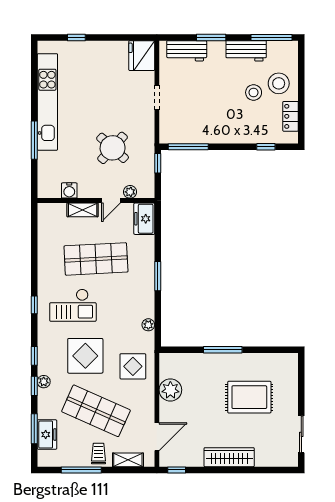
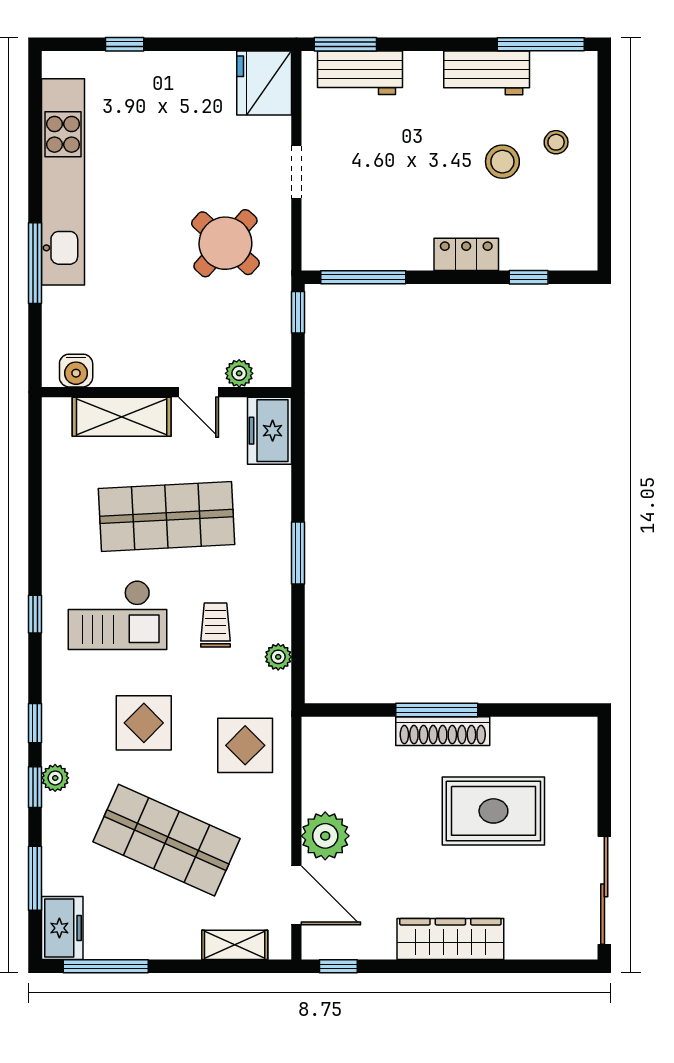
window: (211, 37) -> (345, 44), moved
stool: (279, 83) -> (556, 142), width x0.53, depth x0.53
locker: (291, 116) -> (466, 254), moved, turned 90
round table: (113, 148) -> (225, 243), moved
water cooler: (69, 190) -> (76, 371), moved
door: (111, 201) -> (199, 392), hinge flipped
shelving: (83, 210) -> (122, 417), width x1.50, depth x1.33
display table: (85, 356) -> (144, 723), width x0.73, depth x0.73
shoe rack: (226, 360) -> (443, 731), added
plant: (170, 390) -> (325, 836), moved
sliding door: (301, 434) -> (604, 890), width x1.37
freezer: (47, 435) -> (62, 928), moved
door: (157, 437) -> (296, 895), hinge flipped
trolley: (98, 454) -> (216, 625), moved
window: (81, 470) -> (106, 966), moved

